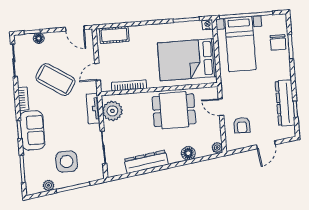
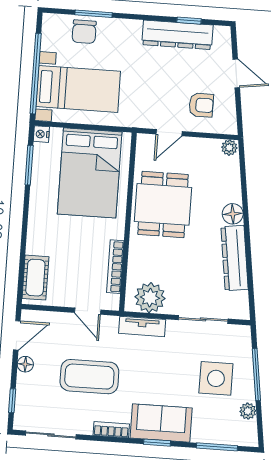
floor lamp: (39, 38) -> (25, 364), moved
chair: (278, 42) -> (84, 32), turned 90
coffee table: (55, 79) -> (89, 377), turned 57
floor lamp: (188, 153) -> (233, 214), moved

